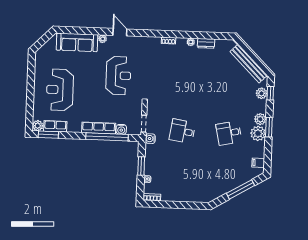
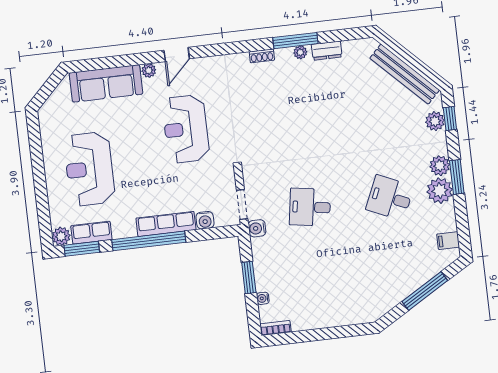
door: (120, 32) -> (177, 54), swing flipped
window: (189, 35) -> (295, 41), added
reception desk: (118, 76) -> (186, 129), turned 180
desk: (229, 133) -> (390, 198), turned 36
window: (107, 137) -> (149, 241), moved

